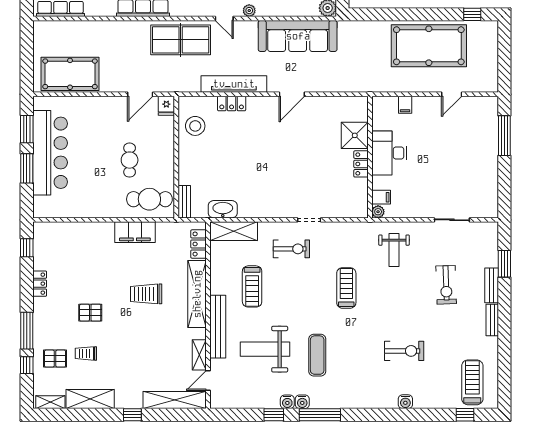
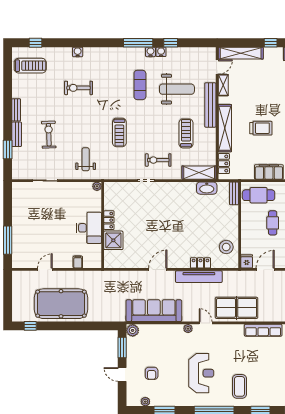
filing cabinet: (381, 197) -> (95, 197), removed
treadmill: (472, 382) -> (30, 66), turned -90

